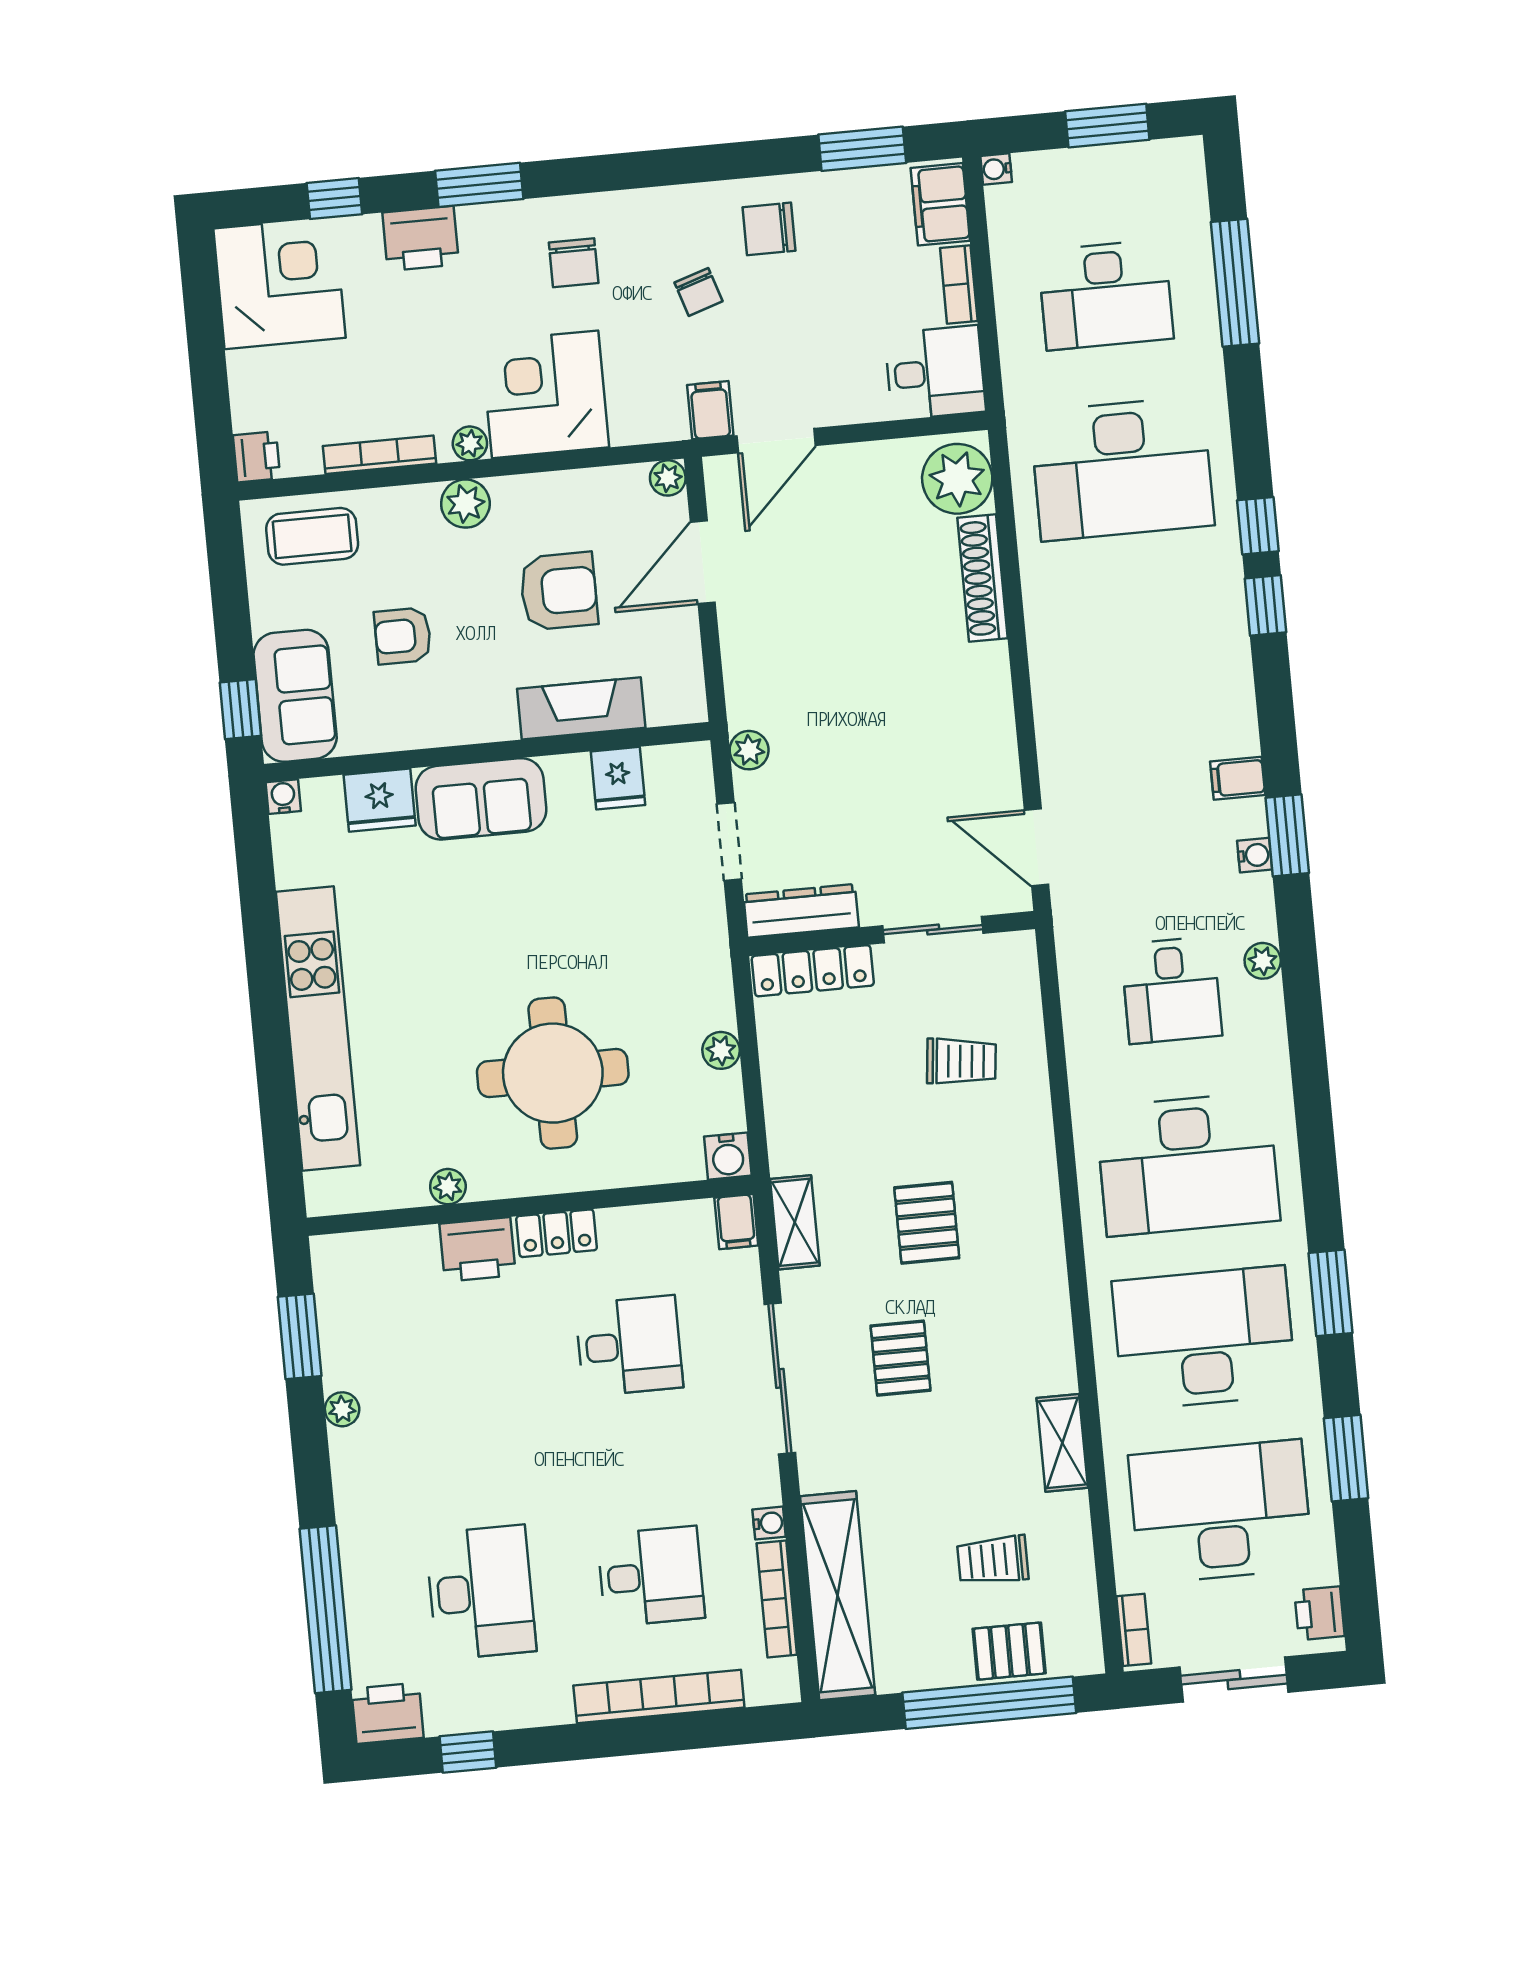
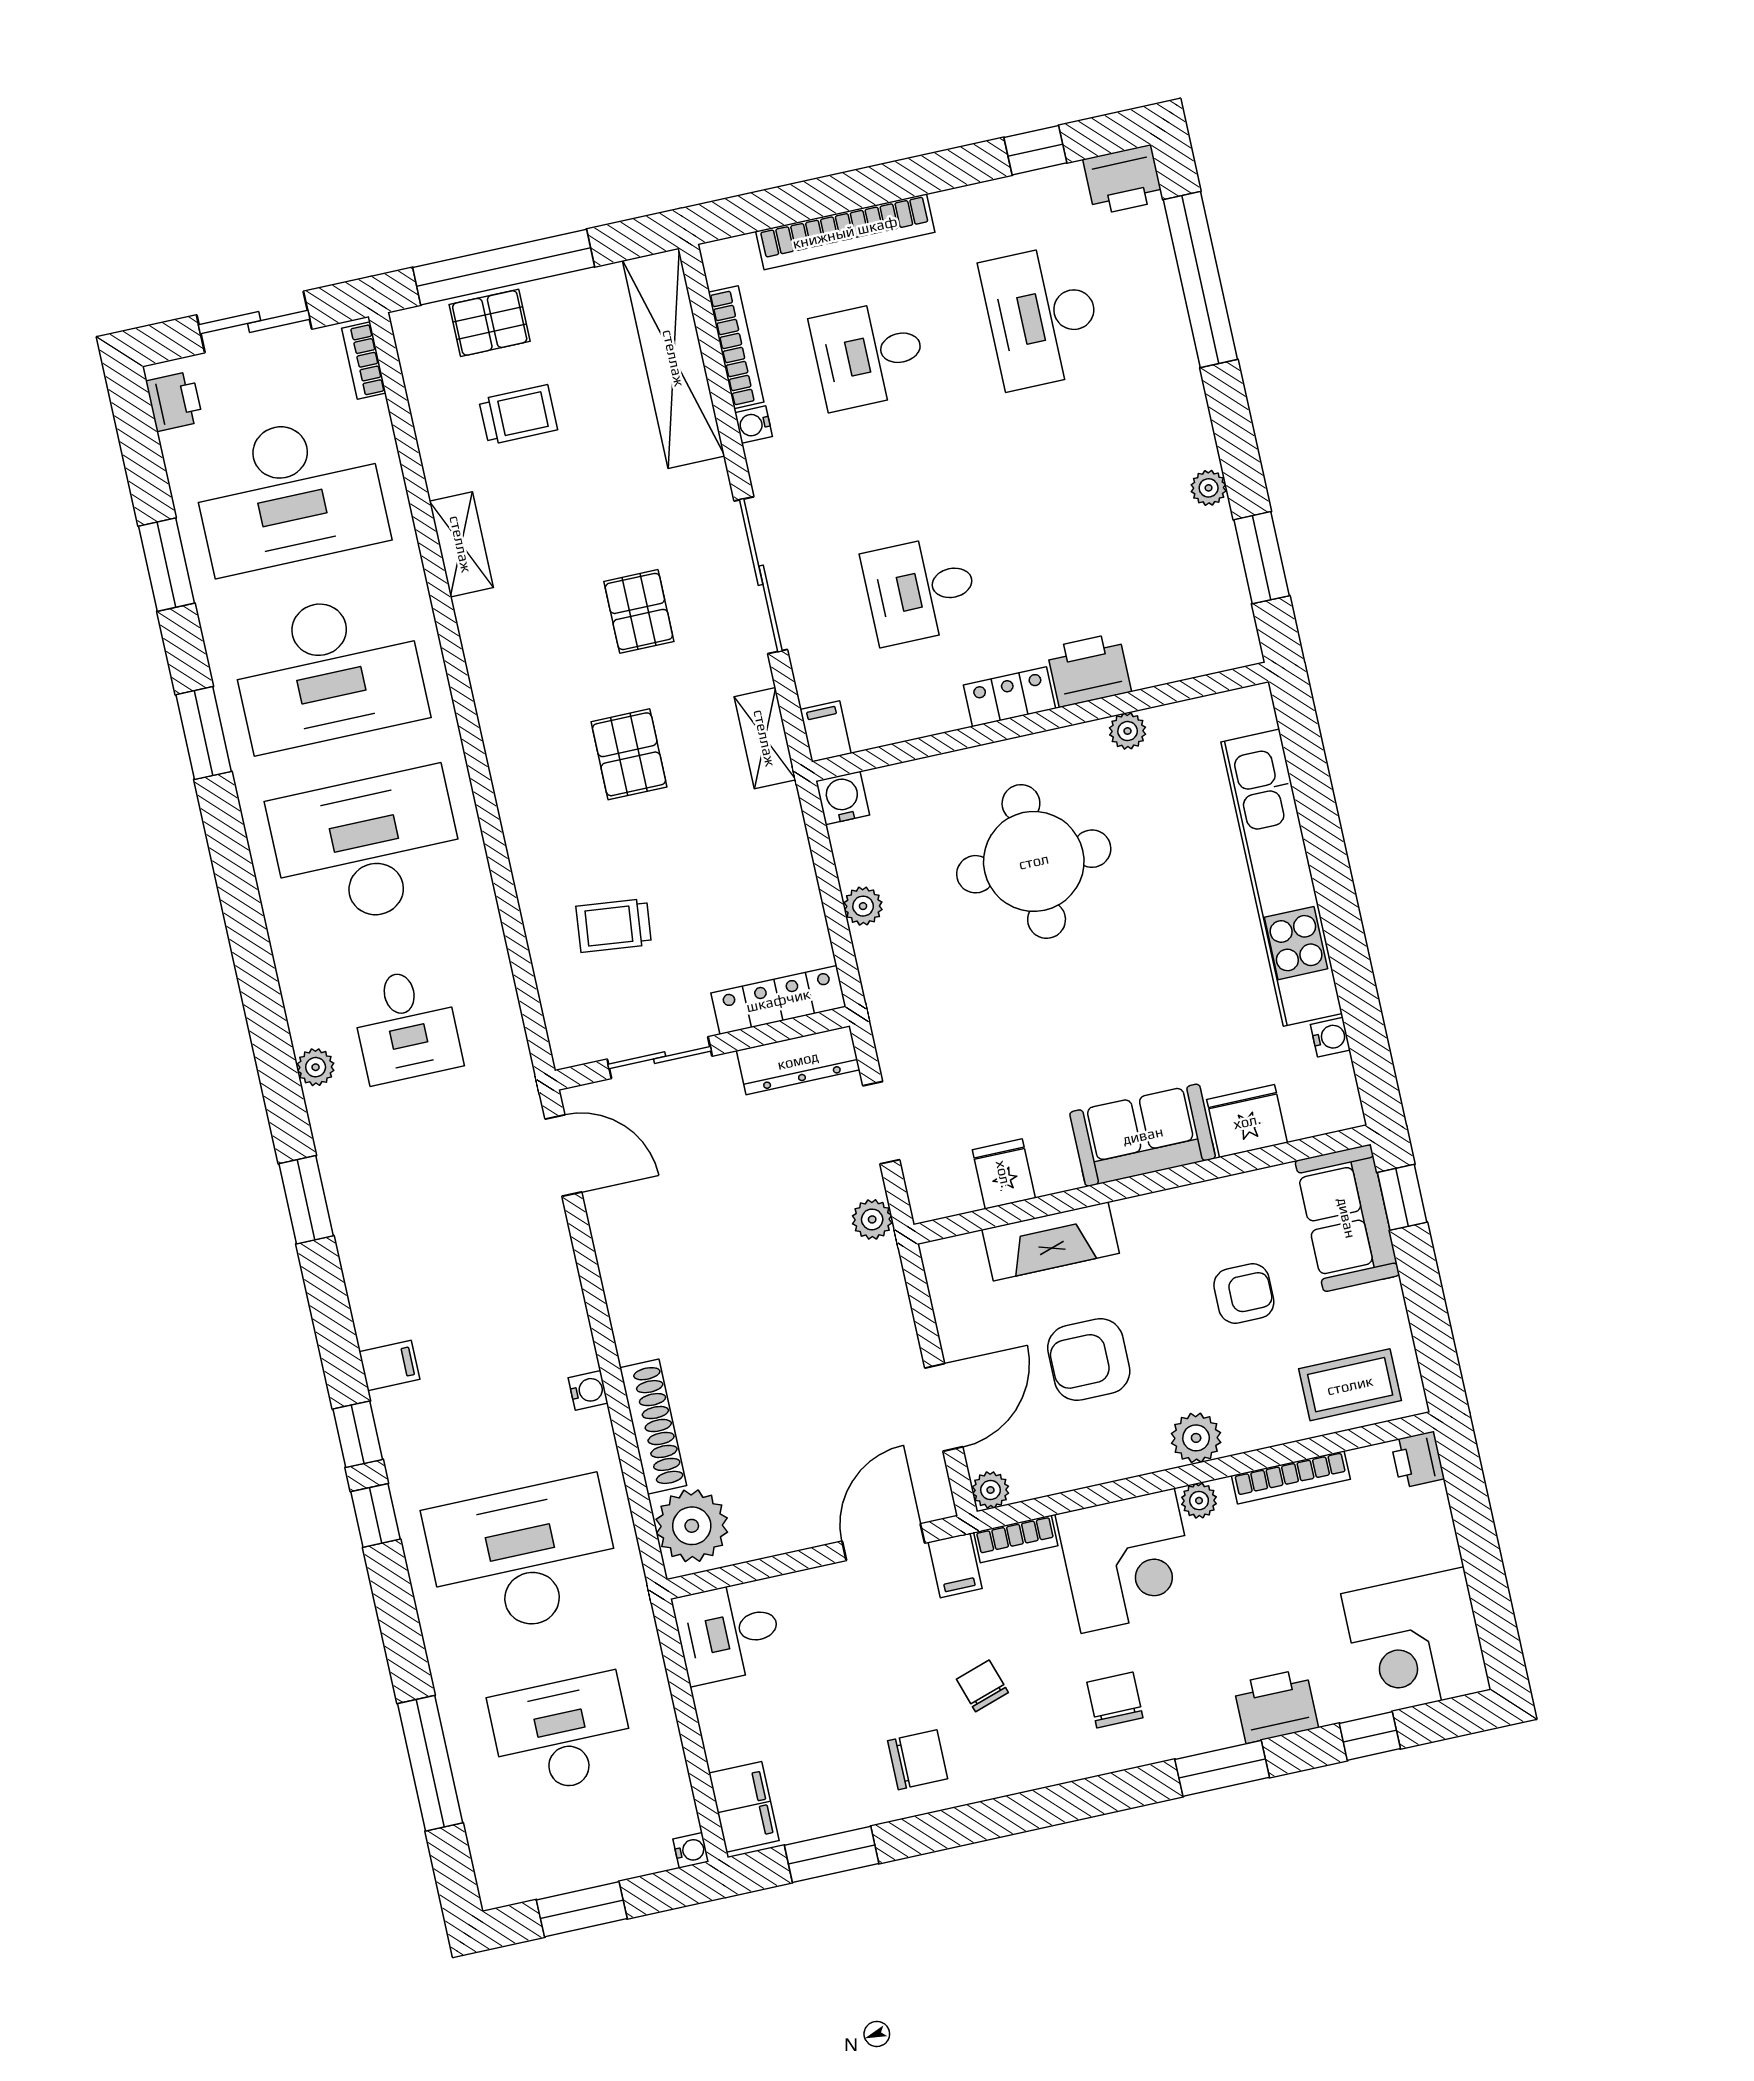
bookcase: (959, 284) -> (1016, 1539), moved, turned 90
filing cabinet: (1238, 778) -> (389, 1366), moved
water cooler: (283, 797) -> (1330, 1037), moved, turned -90
water cooler: (1255, 855) -> (588, 1390), moved, turned 180
desk: (1171, 990) -> (406, 1025), turned 180

